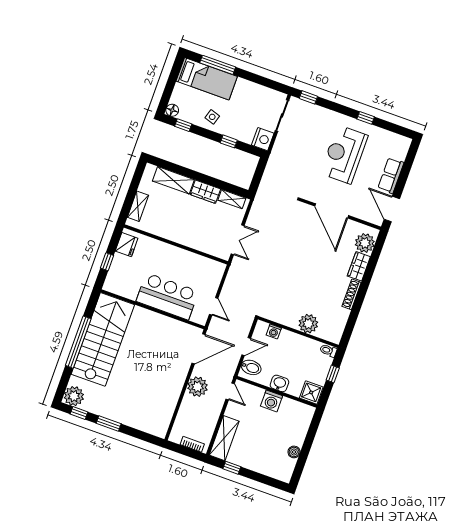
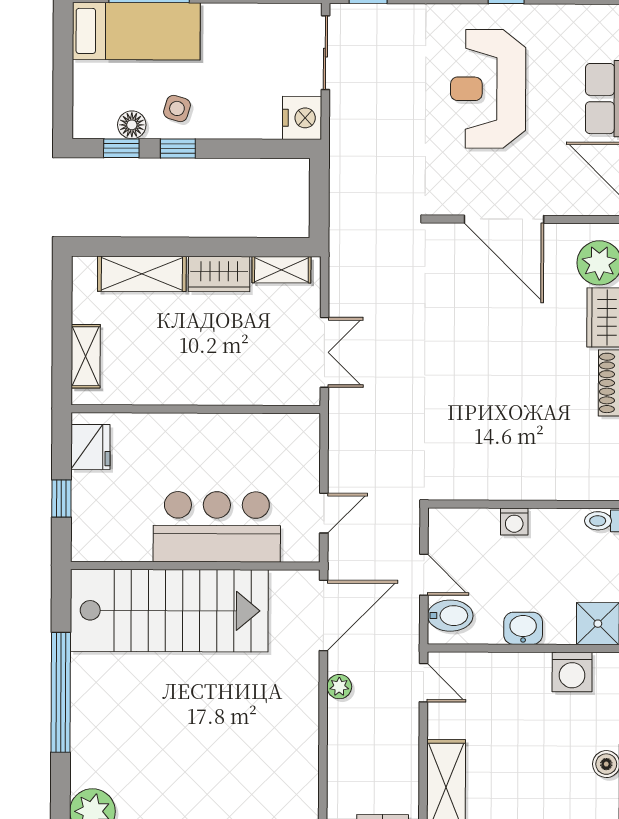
floor lamp: (172, 110) -> (132, 125), moved
window: (229, 141) -> (178, 148), moved
door: (214, 306) -> (324, 513), hinge flipped
plant: (308, 324) -> (540, 479), removed
washing machine: (274, 331) -> (514, 522), moved
stairs: (103, 339) -> (169, 611), moved, turned 90
door: (246, 347) -> (424, 575), hinge flipped
plant: (197, 387) -> (339, 687), width x0.53, depth x0.53
washing machine: (272, 401) -> (572, 672), moved

